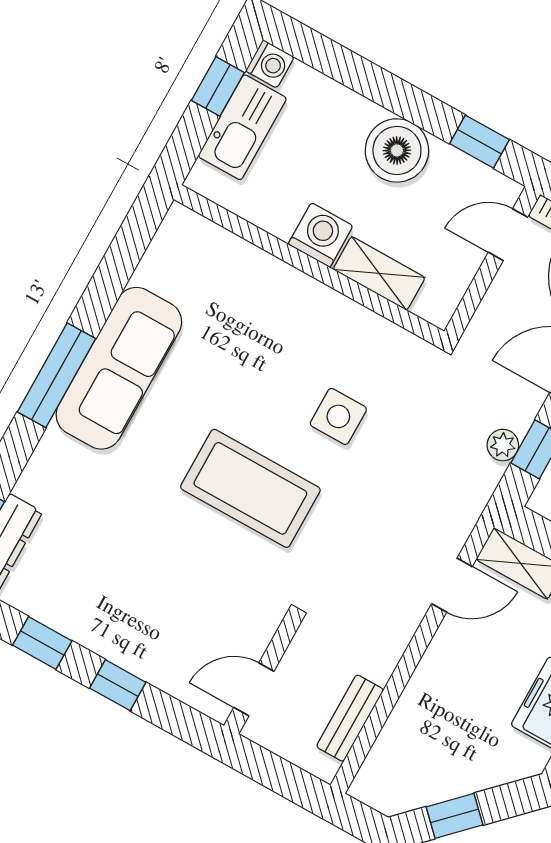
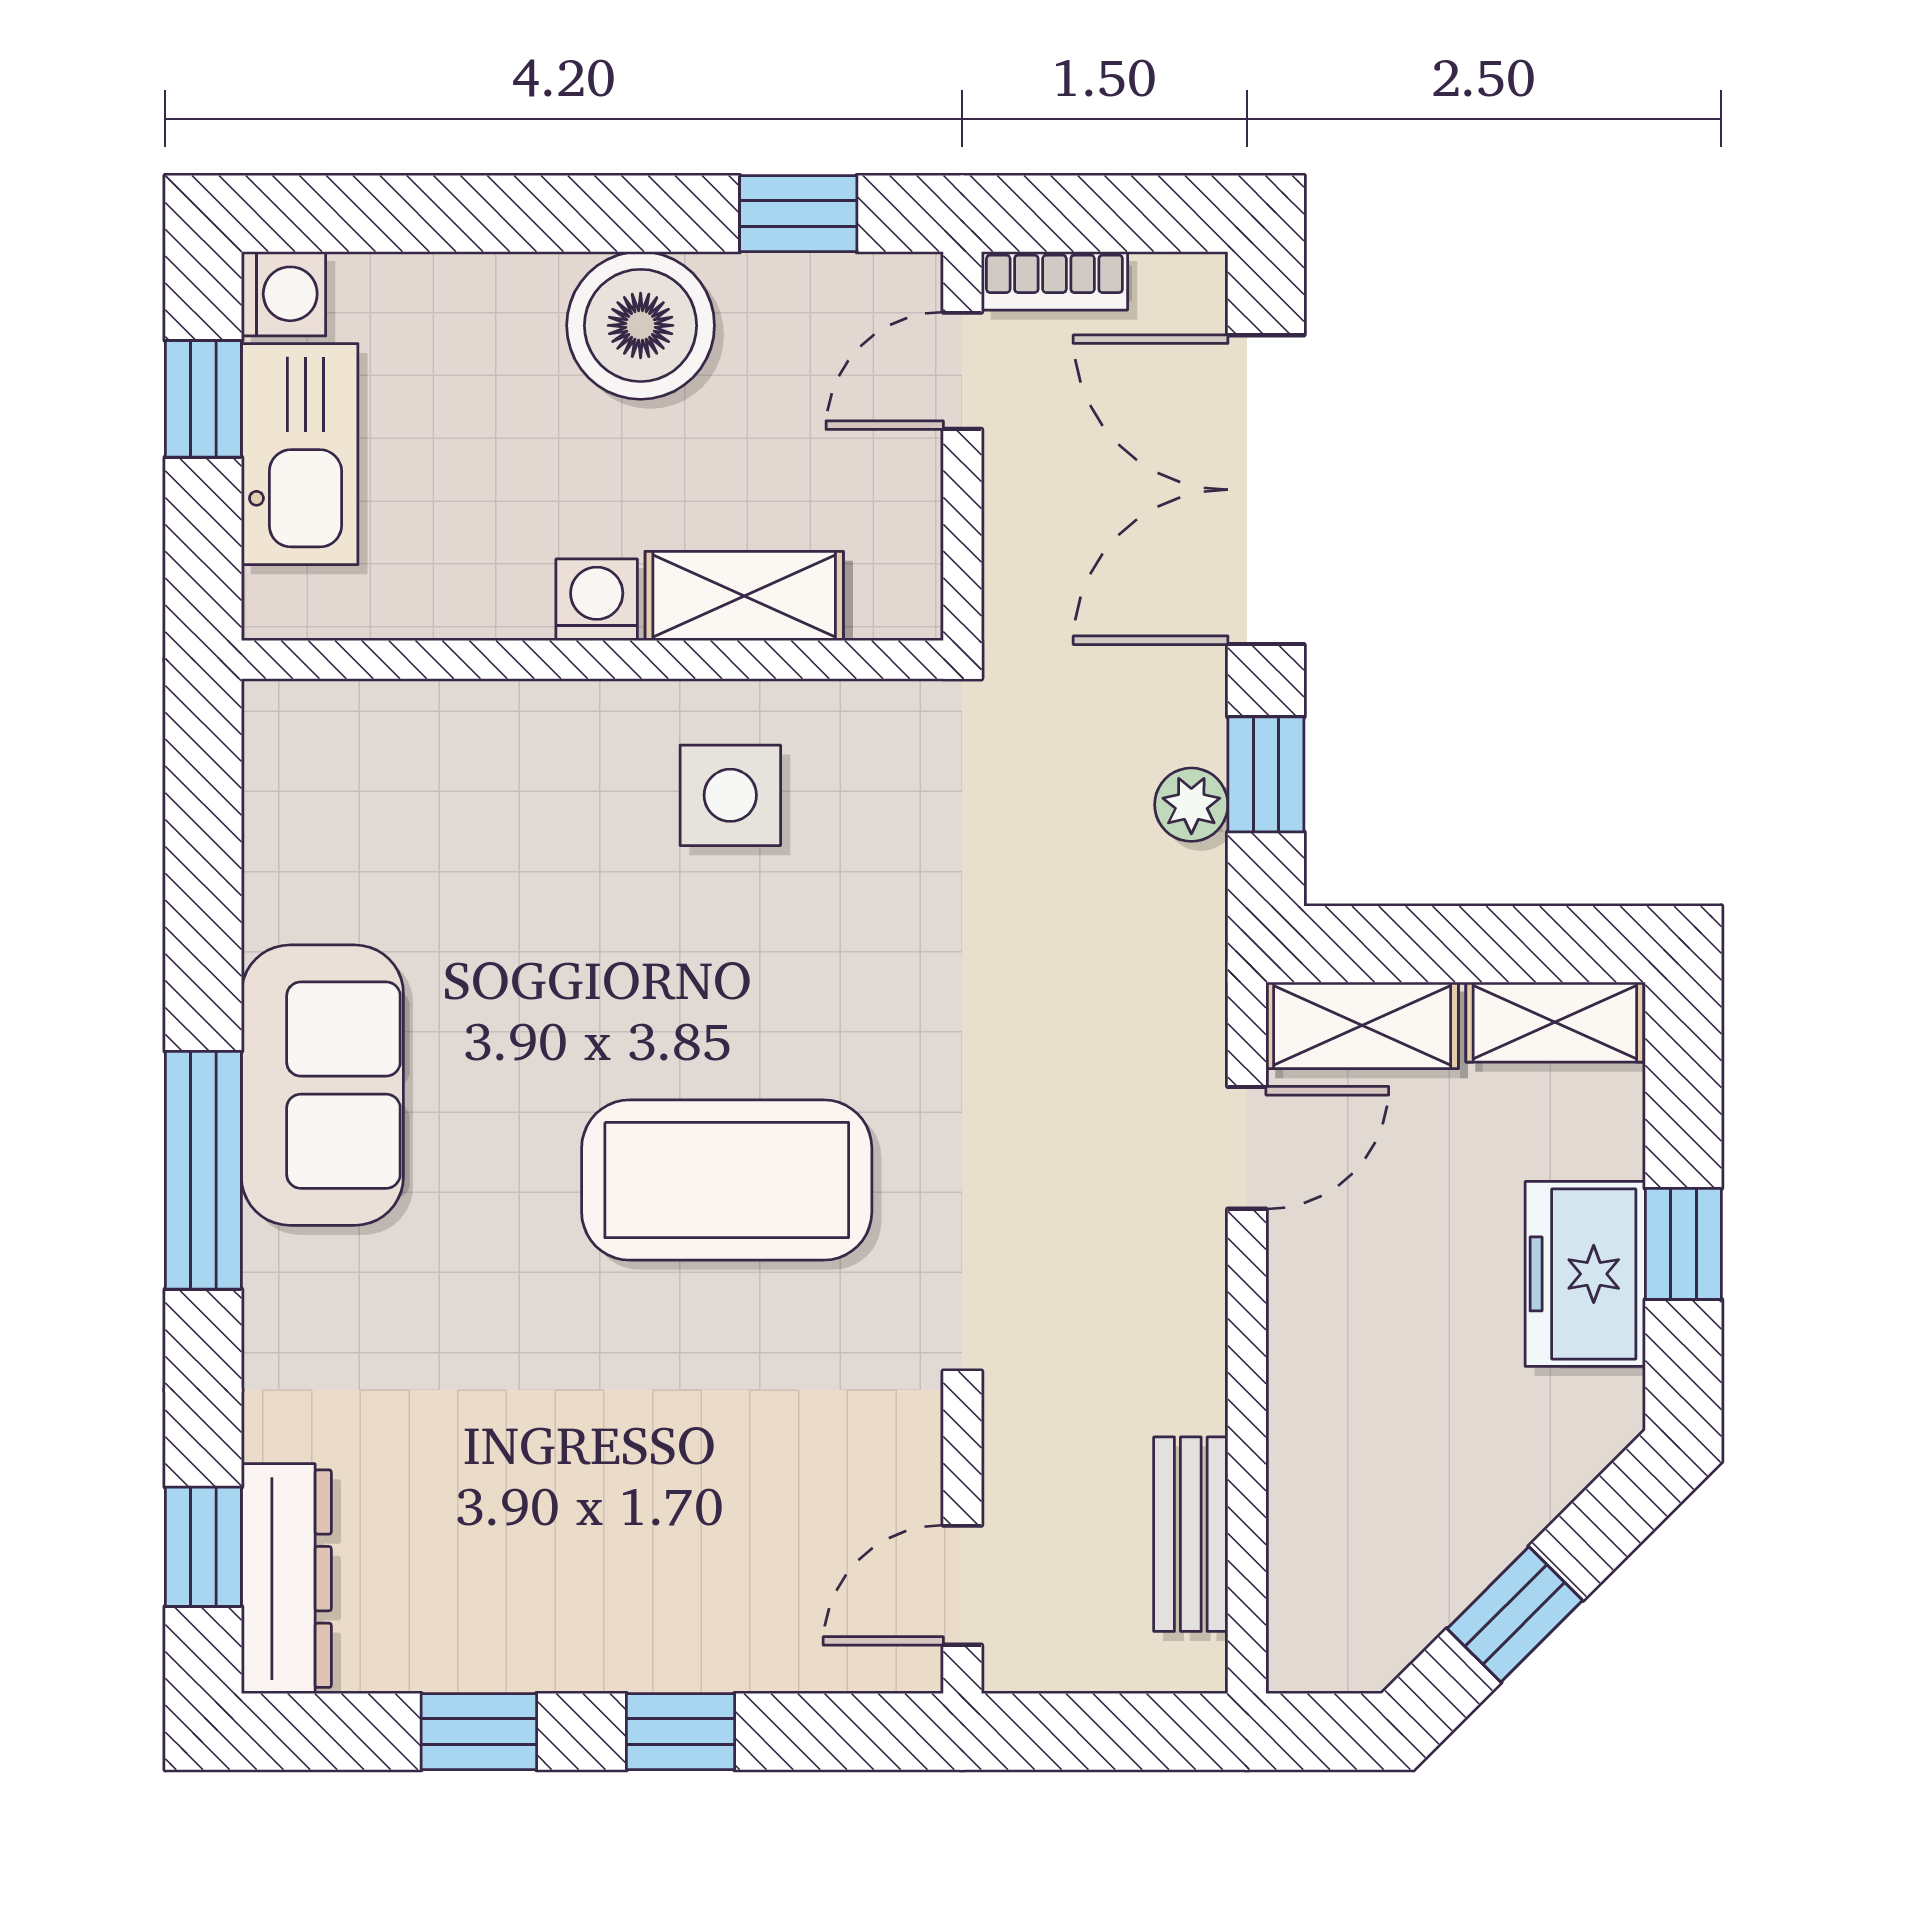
washing machine: (321, 235) -> (597, 600), width x0.73, depth x0.73
sofa: (119, 368) -> (322, 1085), width x0.73
side table: (338, 416) -> (730, 795), moved

